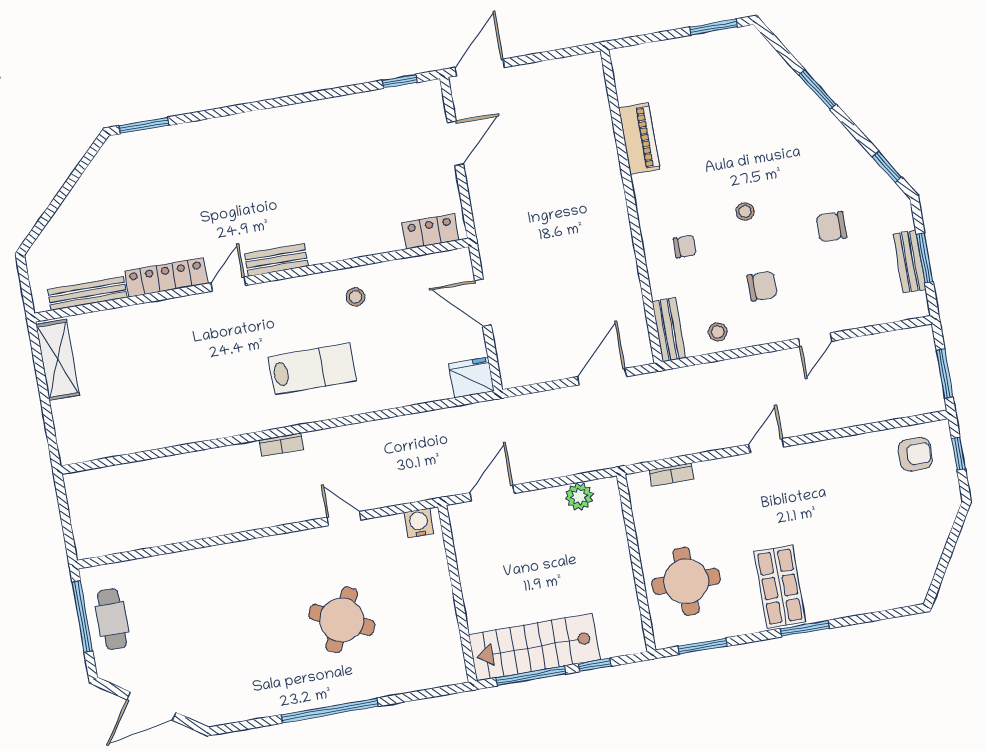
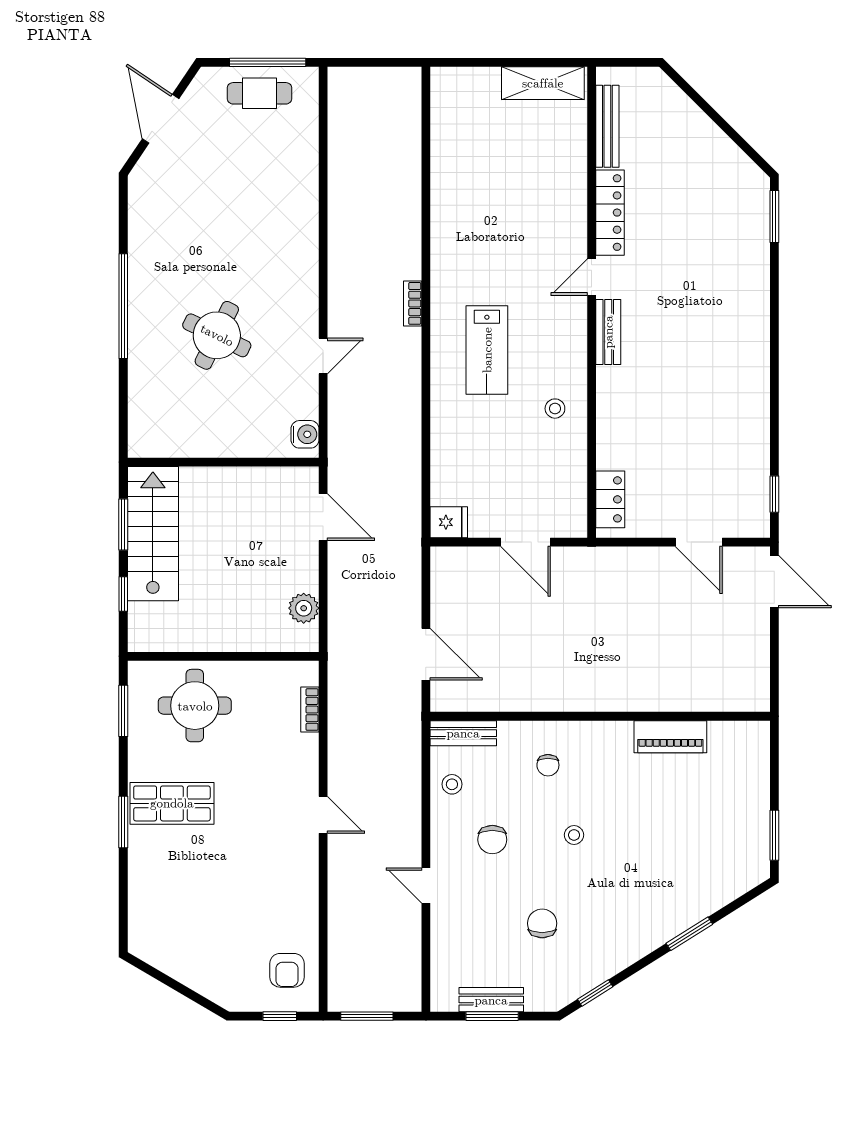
door: (228, 284) -> (592, 277), swing flipped
door: (483, 303) -> (526, 542), swing flipped
fridge: (471, 377) -> (449, 522), width x0.72
window: (531, 676) -> (123, 524), width x0.69

